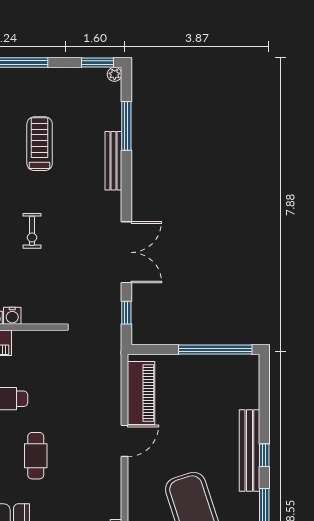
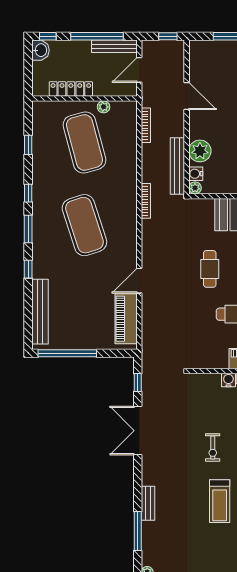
treadmill: (40, 144) -> (220, 501), moved
bench: (113, 161) -> (148, 503), width x0.73
exercise bike: (32, 231) -> (213, 448), turned 180
bench: (249, 451) -> (40, 312), moved

